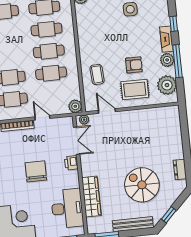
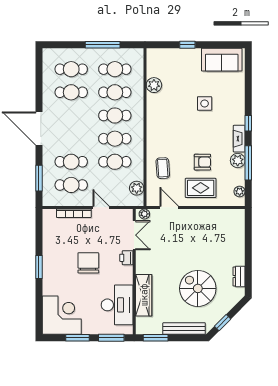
plant: (167, 85) -> (240, 191), width x0.53, depth x0.53
plant: (75, 106) -> (137, 188), moved

